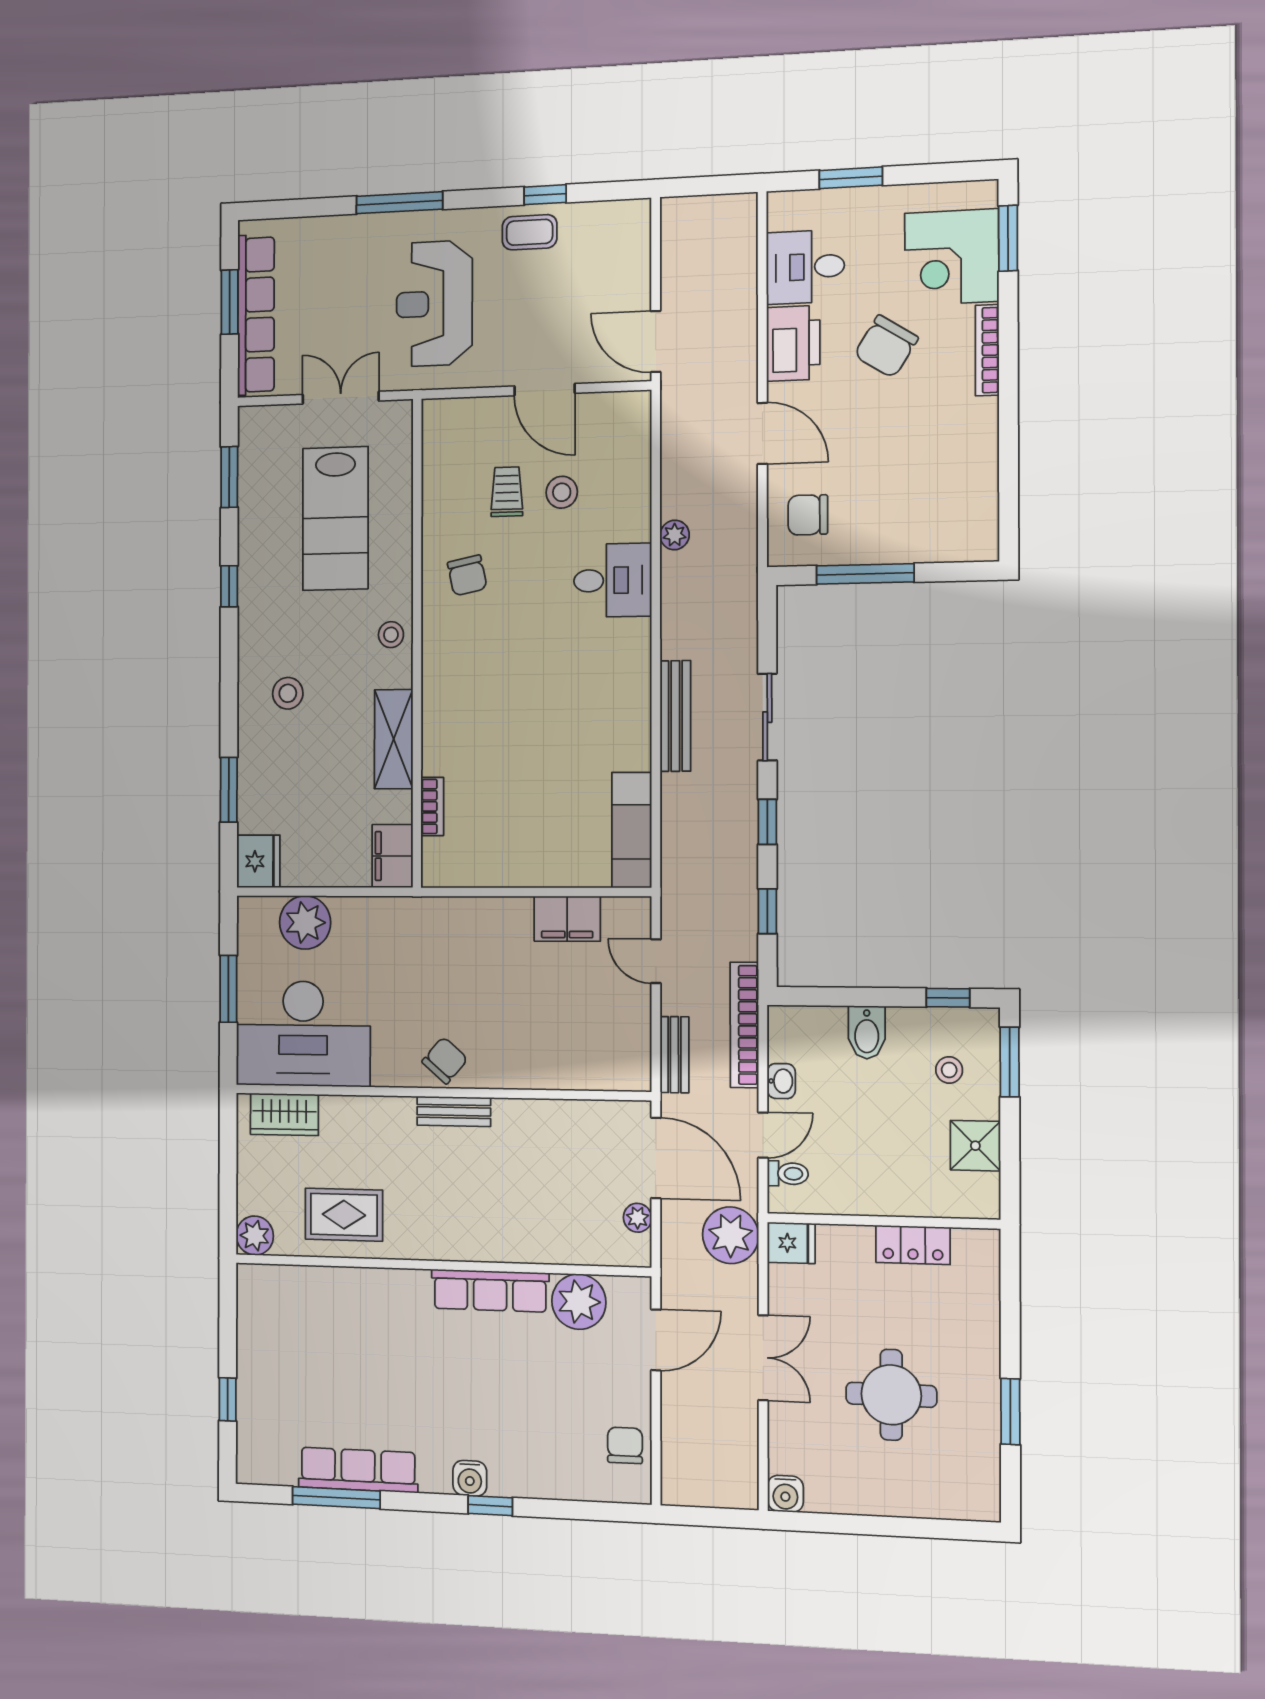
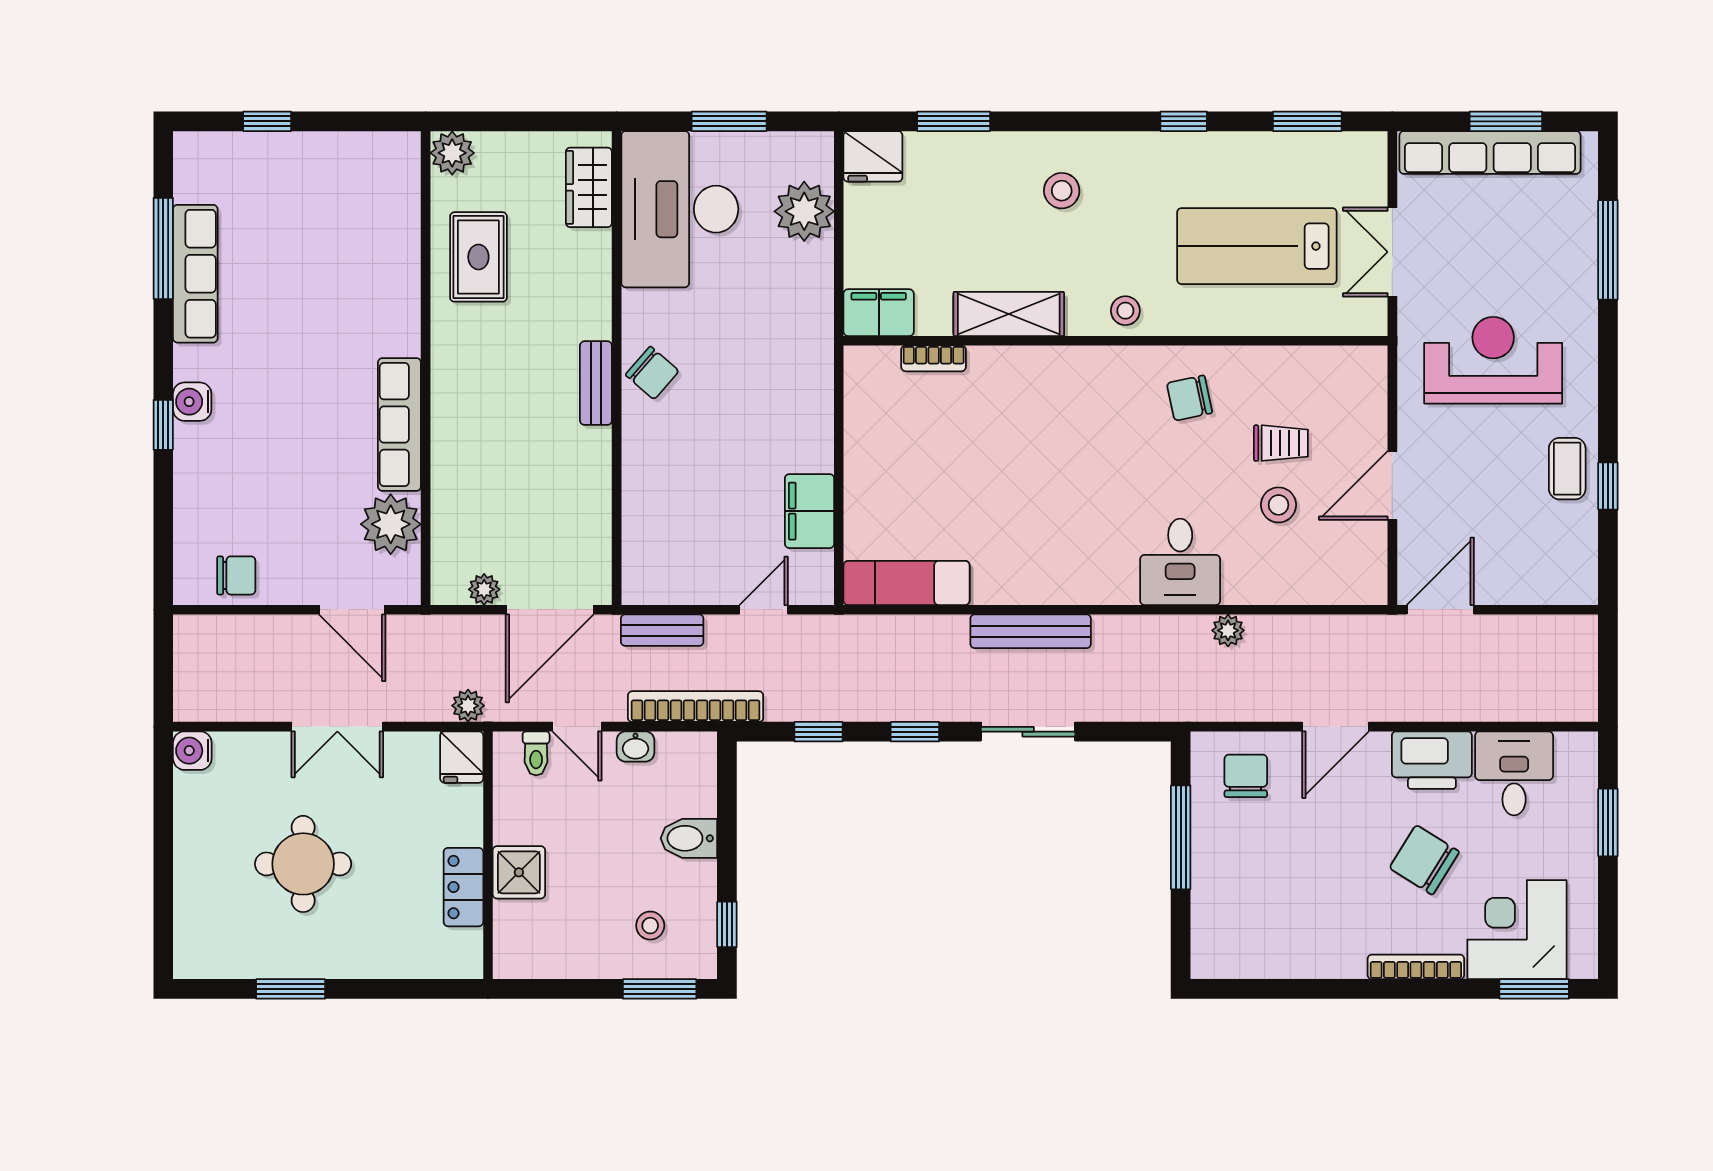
window: (399, 203) -> (1608, 250), moved
double door: (341, 398) -> (1392, 252), swing flipped
shower: (975, 1146) -> (519, 872), moved
plant: (731, 1235) -> (468, 706), width x0.53, depth x0.53

